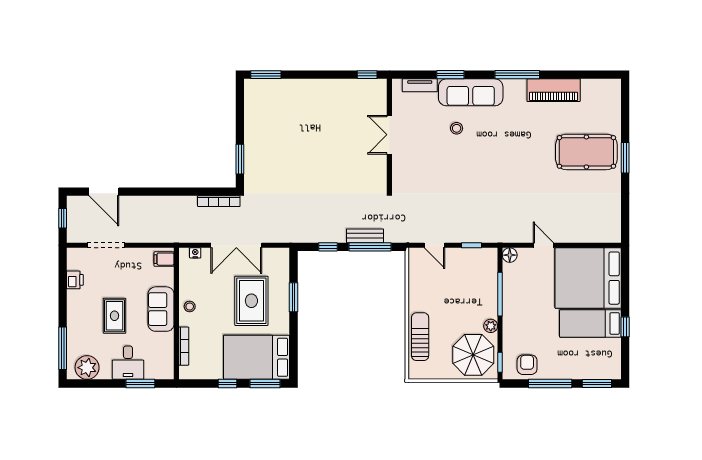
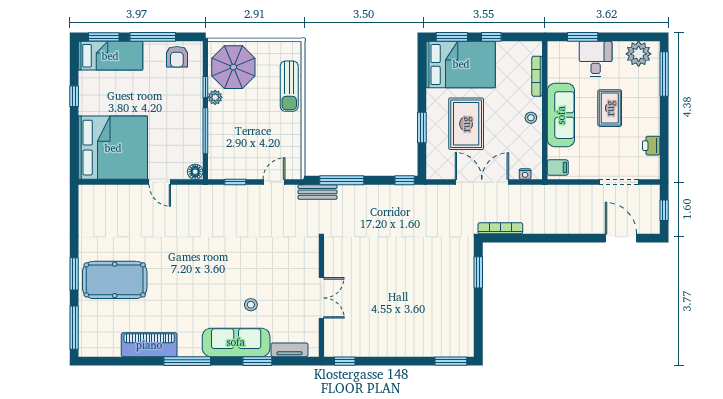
window: (625, 106) -> (74, 328), added
bench: (365, 236) -> (317, 192), moved
door: (435, 245) -> (274, 182), hinge flipped
window: (328, 247) -> (405, 180), moved
sofa: (161, 309) -> (561, 115), width x1.36
bed: (590, 323) -> (110, 56), moved
window: (500, 362) -> (205, 87), moved

